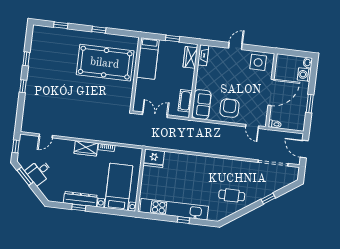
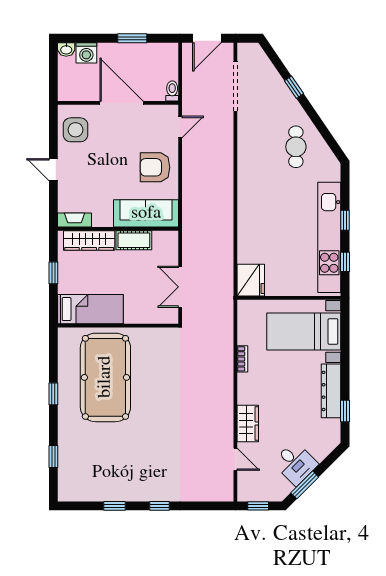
wardrobe: (190, 57) -> (89, 241), width x1.50
cot: (185, 101) -> (134, 240), moved
sofa: (201, 105) -> (146, 213), width x1.36
wardrobe: (86, 148) -> (248, 424), moved
window: (79, 207) -> (345, 411), moved
window: (158, 217) -> (345, 262), added

